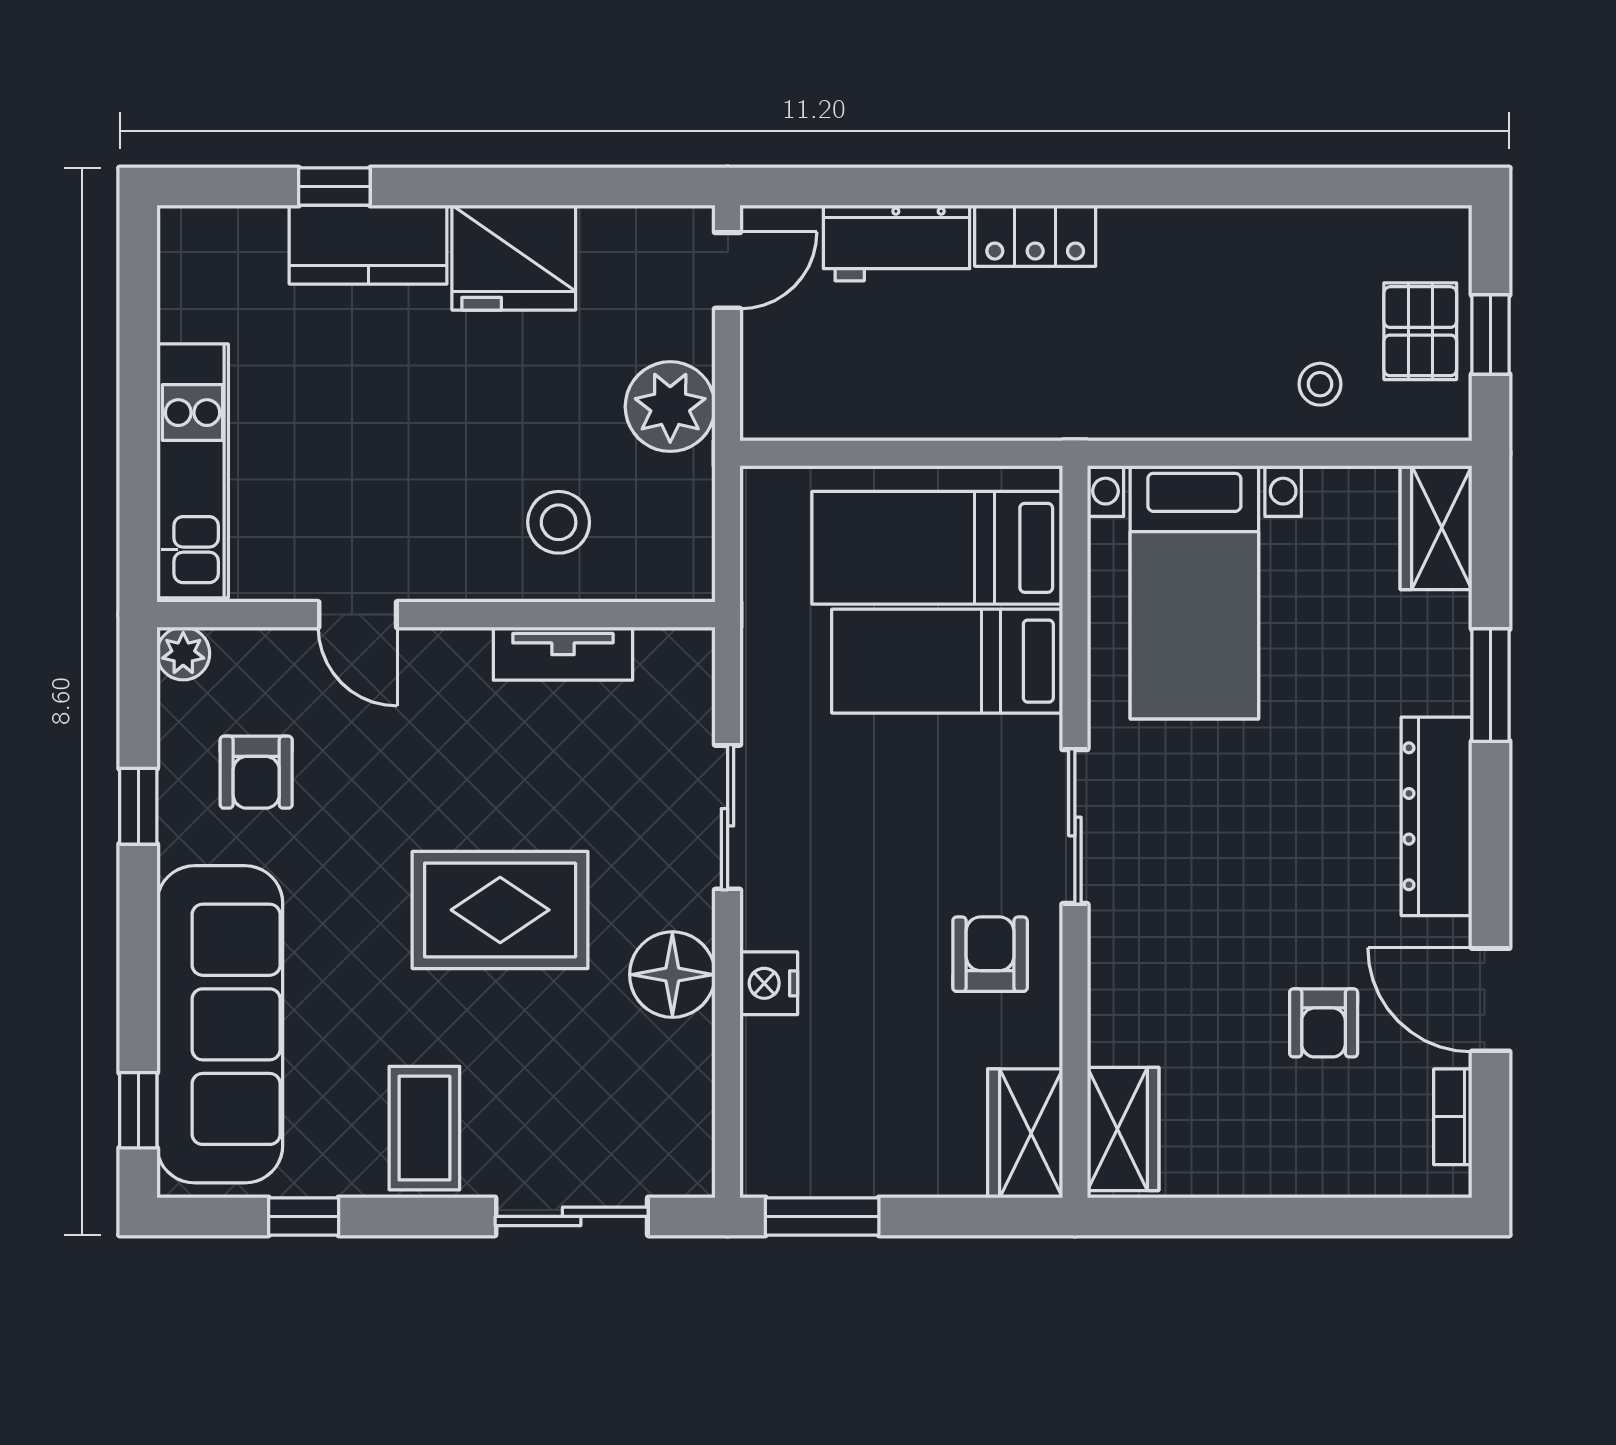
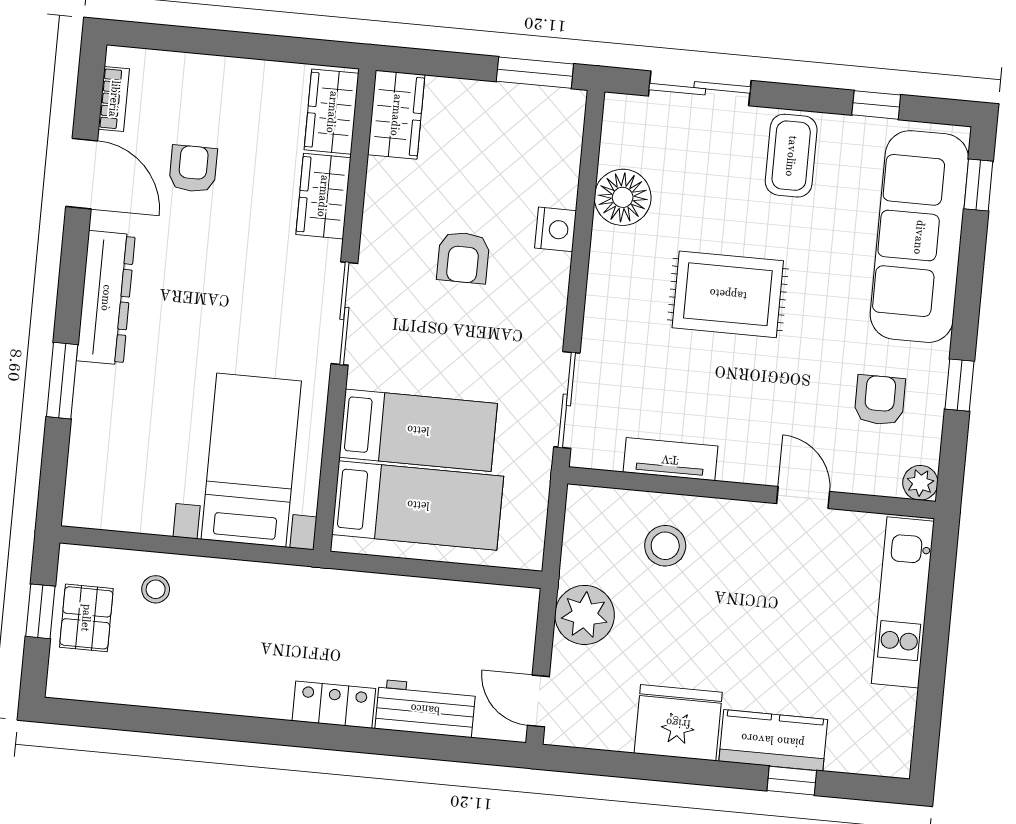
door: (728, 270) -> (538, 701), hinge flipped
wardrobe: (1436, 528) -> (323, 196), moved, turned 180
sliding door: (728, 817) -> (567, 400), moved
armchair: (990, 954) -> (463, 258), moved
floor lamp: (672, 975) -> (623, 197), moved

